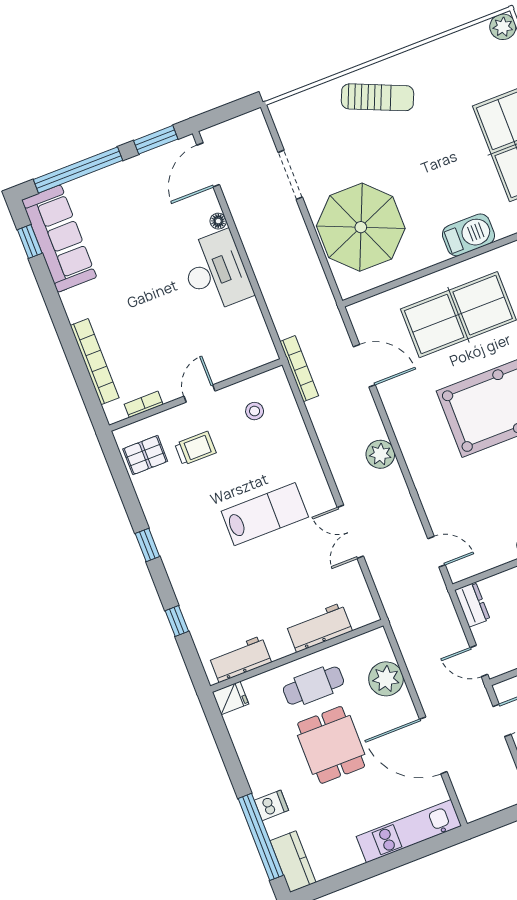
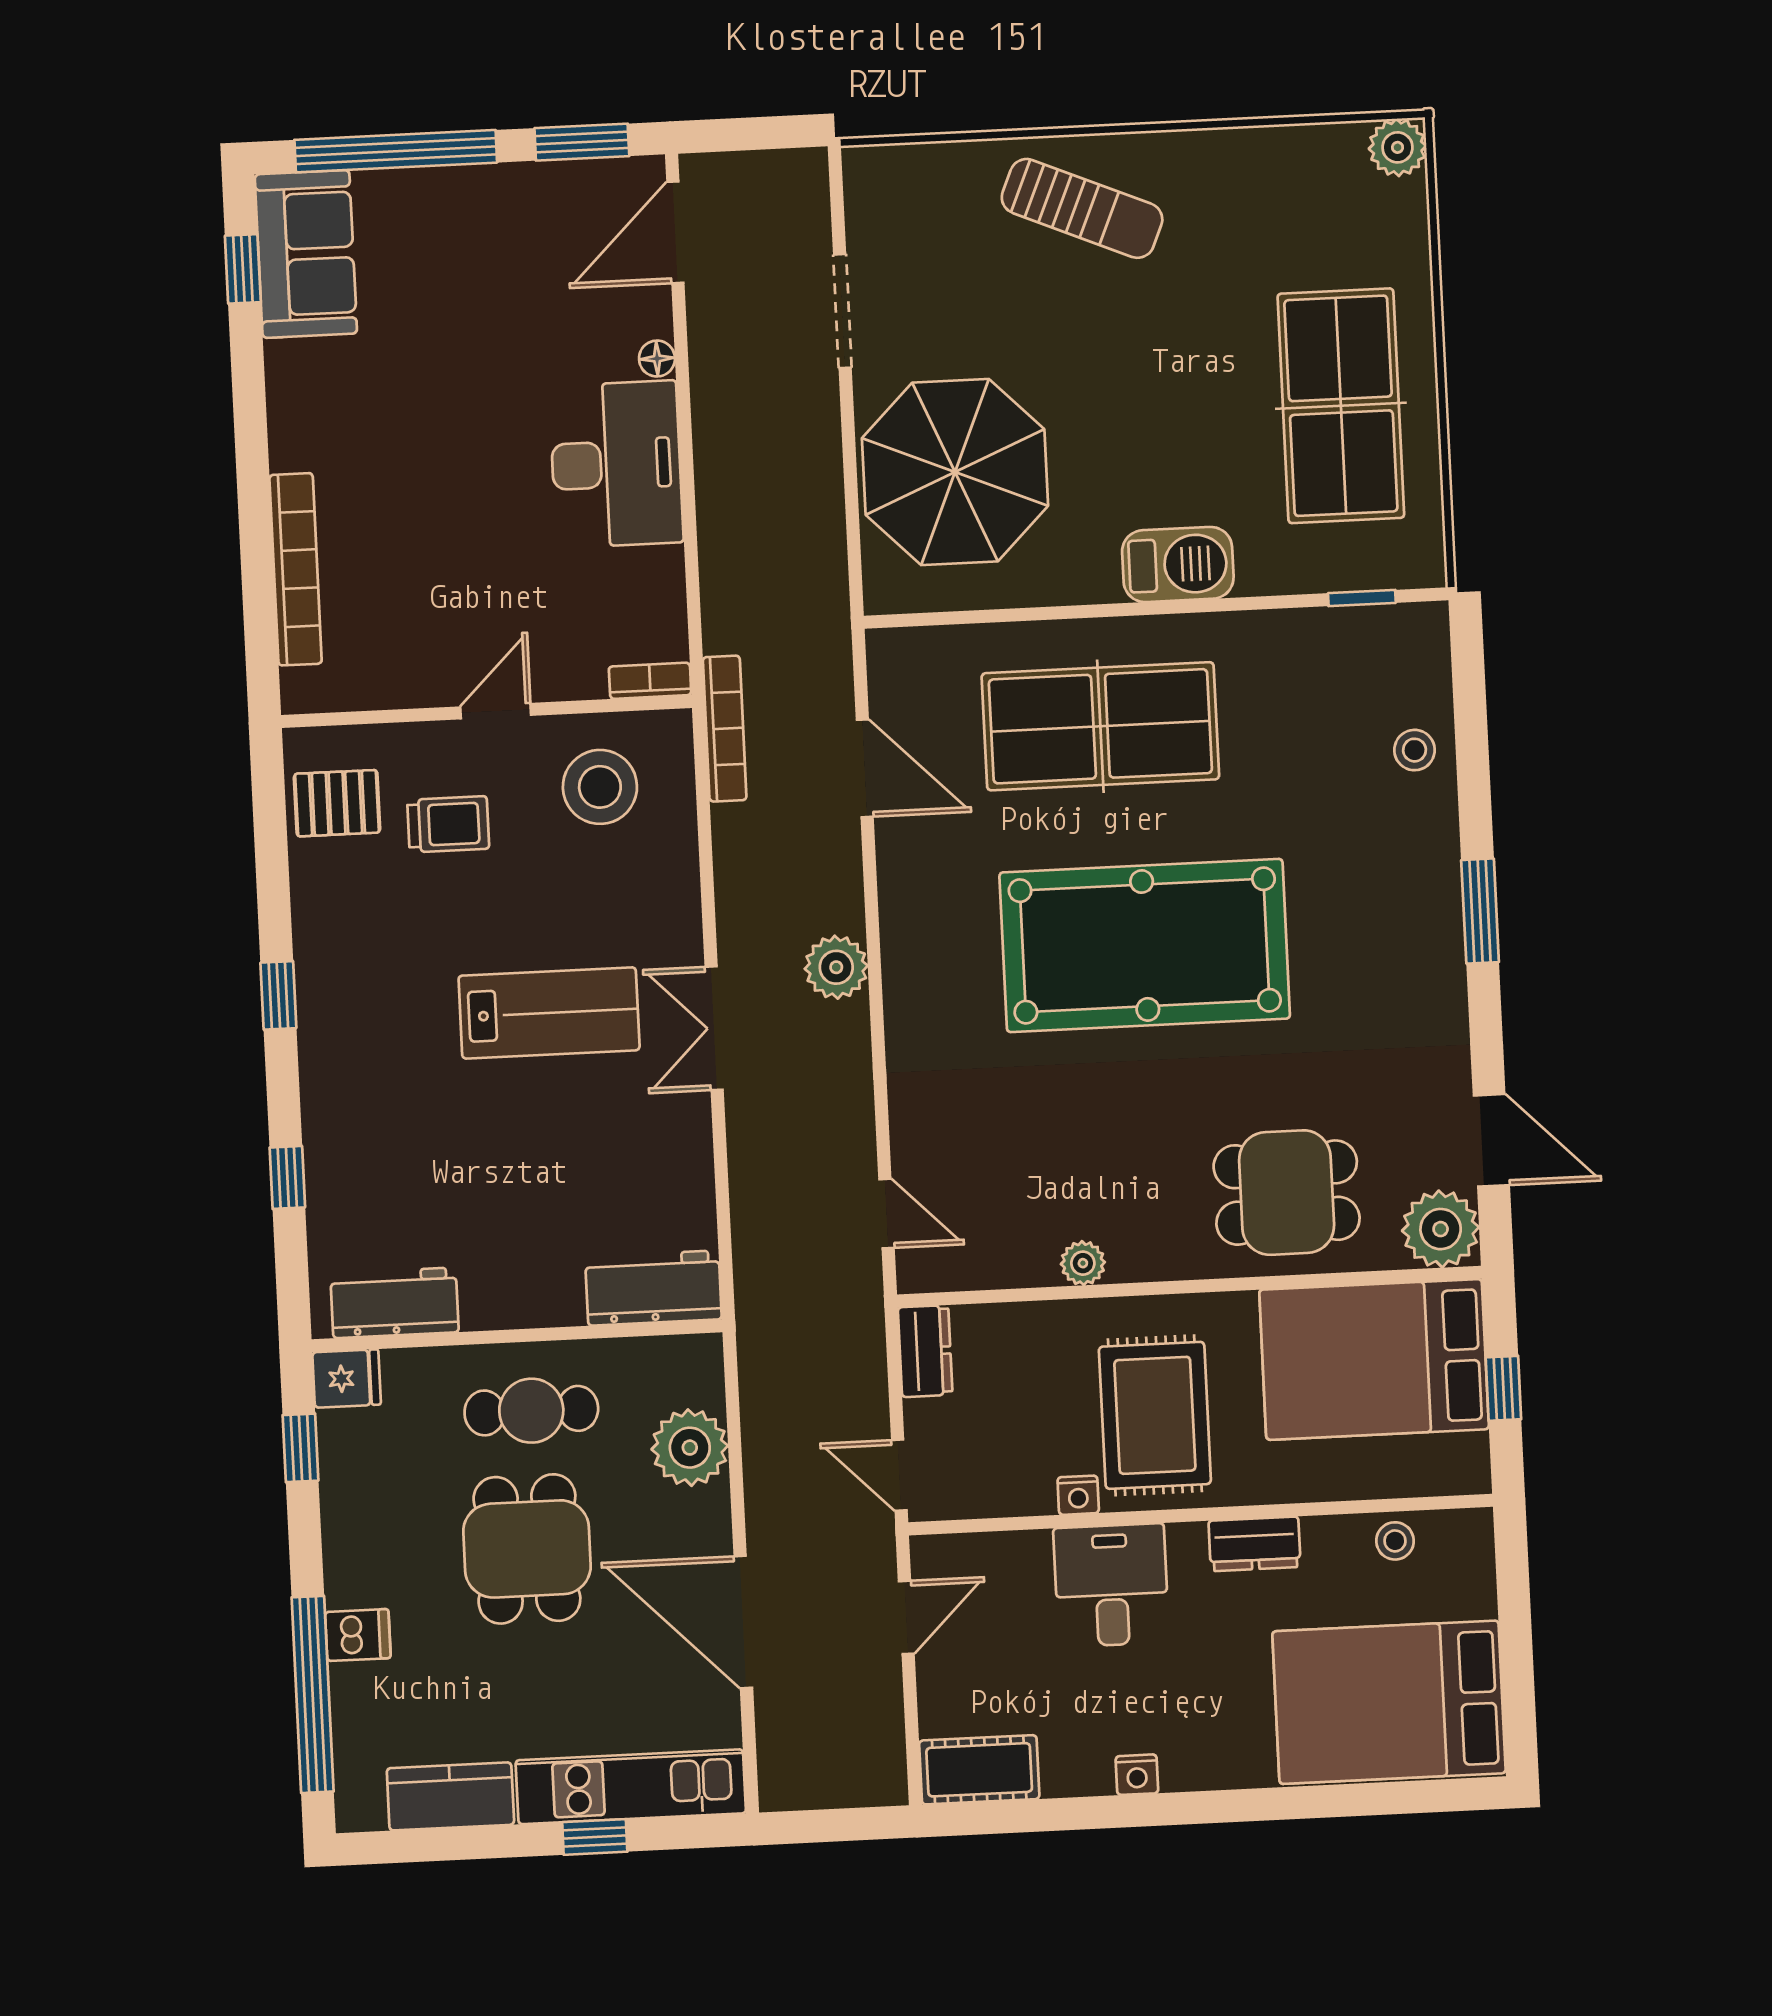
sofa: (59, 239) -> (306, 254), width x0.73
bookcase: (144, 404) -> (650, 681), moved
stool: (255, 411) -> (600, 787), width x1.89, depth x1.89
double door: (350, 532) -> (714, 1028), moved
workbench: (319, 627) -> (653, 1288), moved
window: (221, 734) -> (301, 1448), added
window: (401, 858) -> (595, 1837), added
kitchen counter: (293, 862) -> (450, 1796), moved, turned -90

